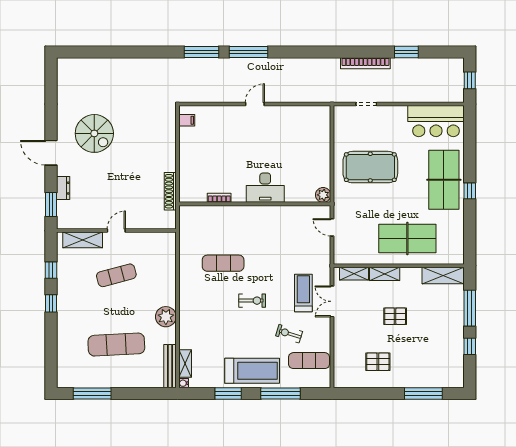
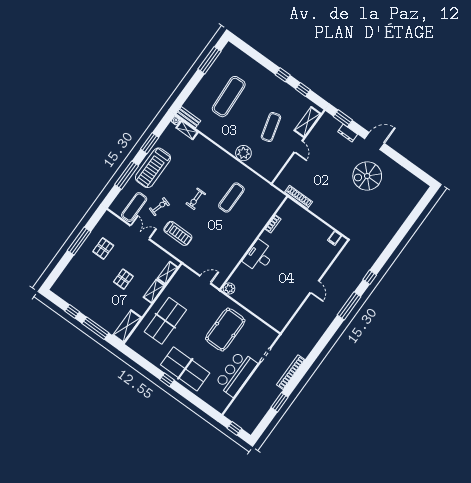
window: (202, 52) -> (370, 277), width x0.46
bar counter: (436, 121) -> (236, 374), moved
double door: (332, 301) -> (140, 232), moved
plant: (166, 317) -> (243, 153), moved
bench: (170, 366) -> (188, 117), width x0.73
window: (423, 394) -> (79, 241), moved

